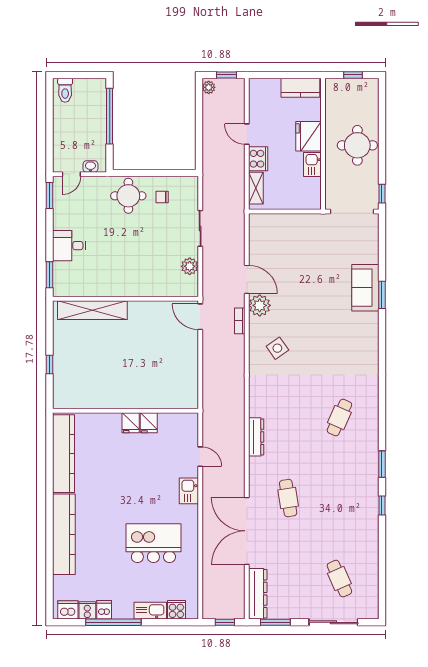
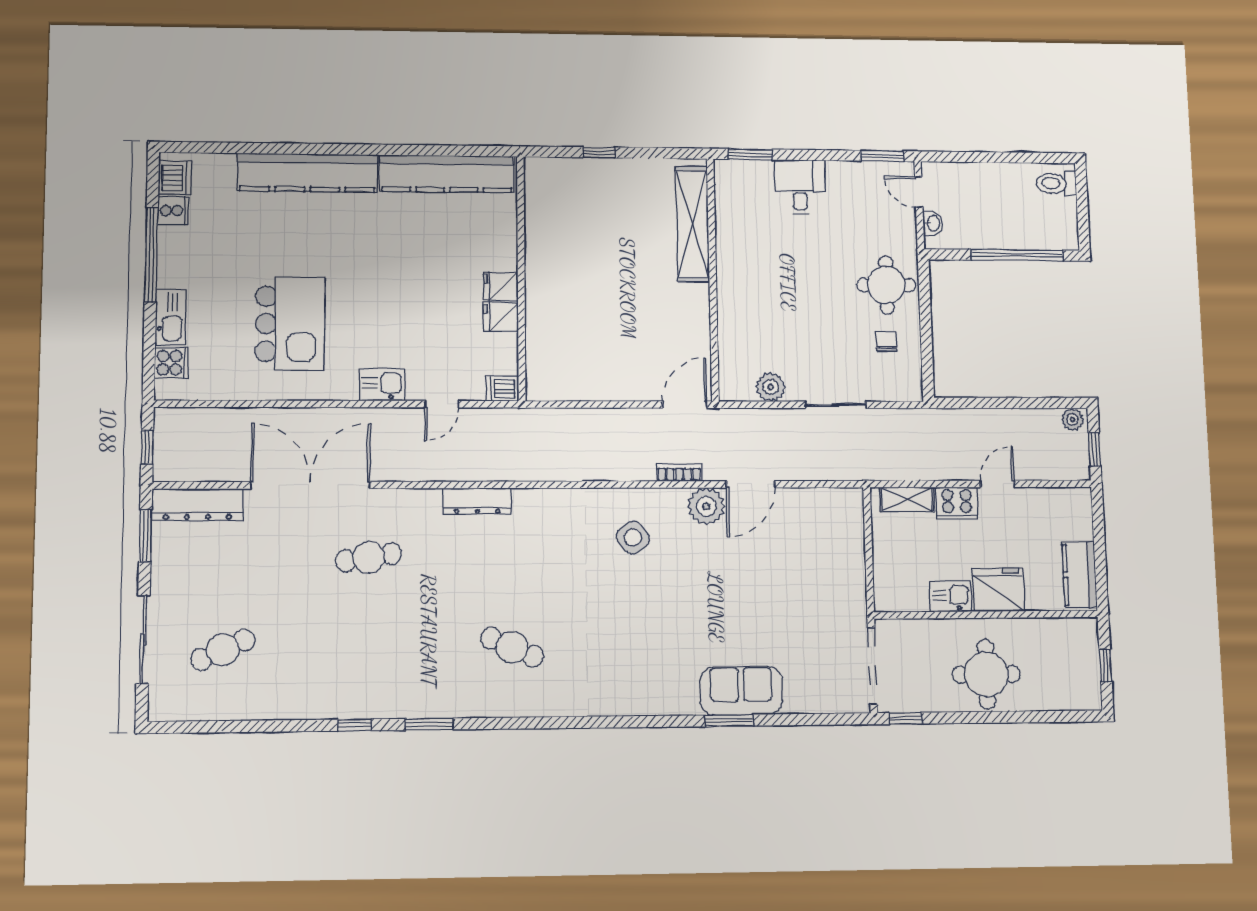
dishwasher: (104, 610) -> (502, 389), moved, turned 180

